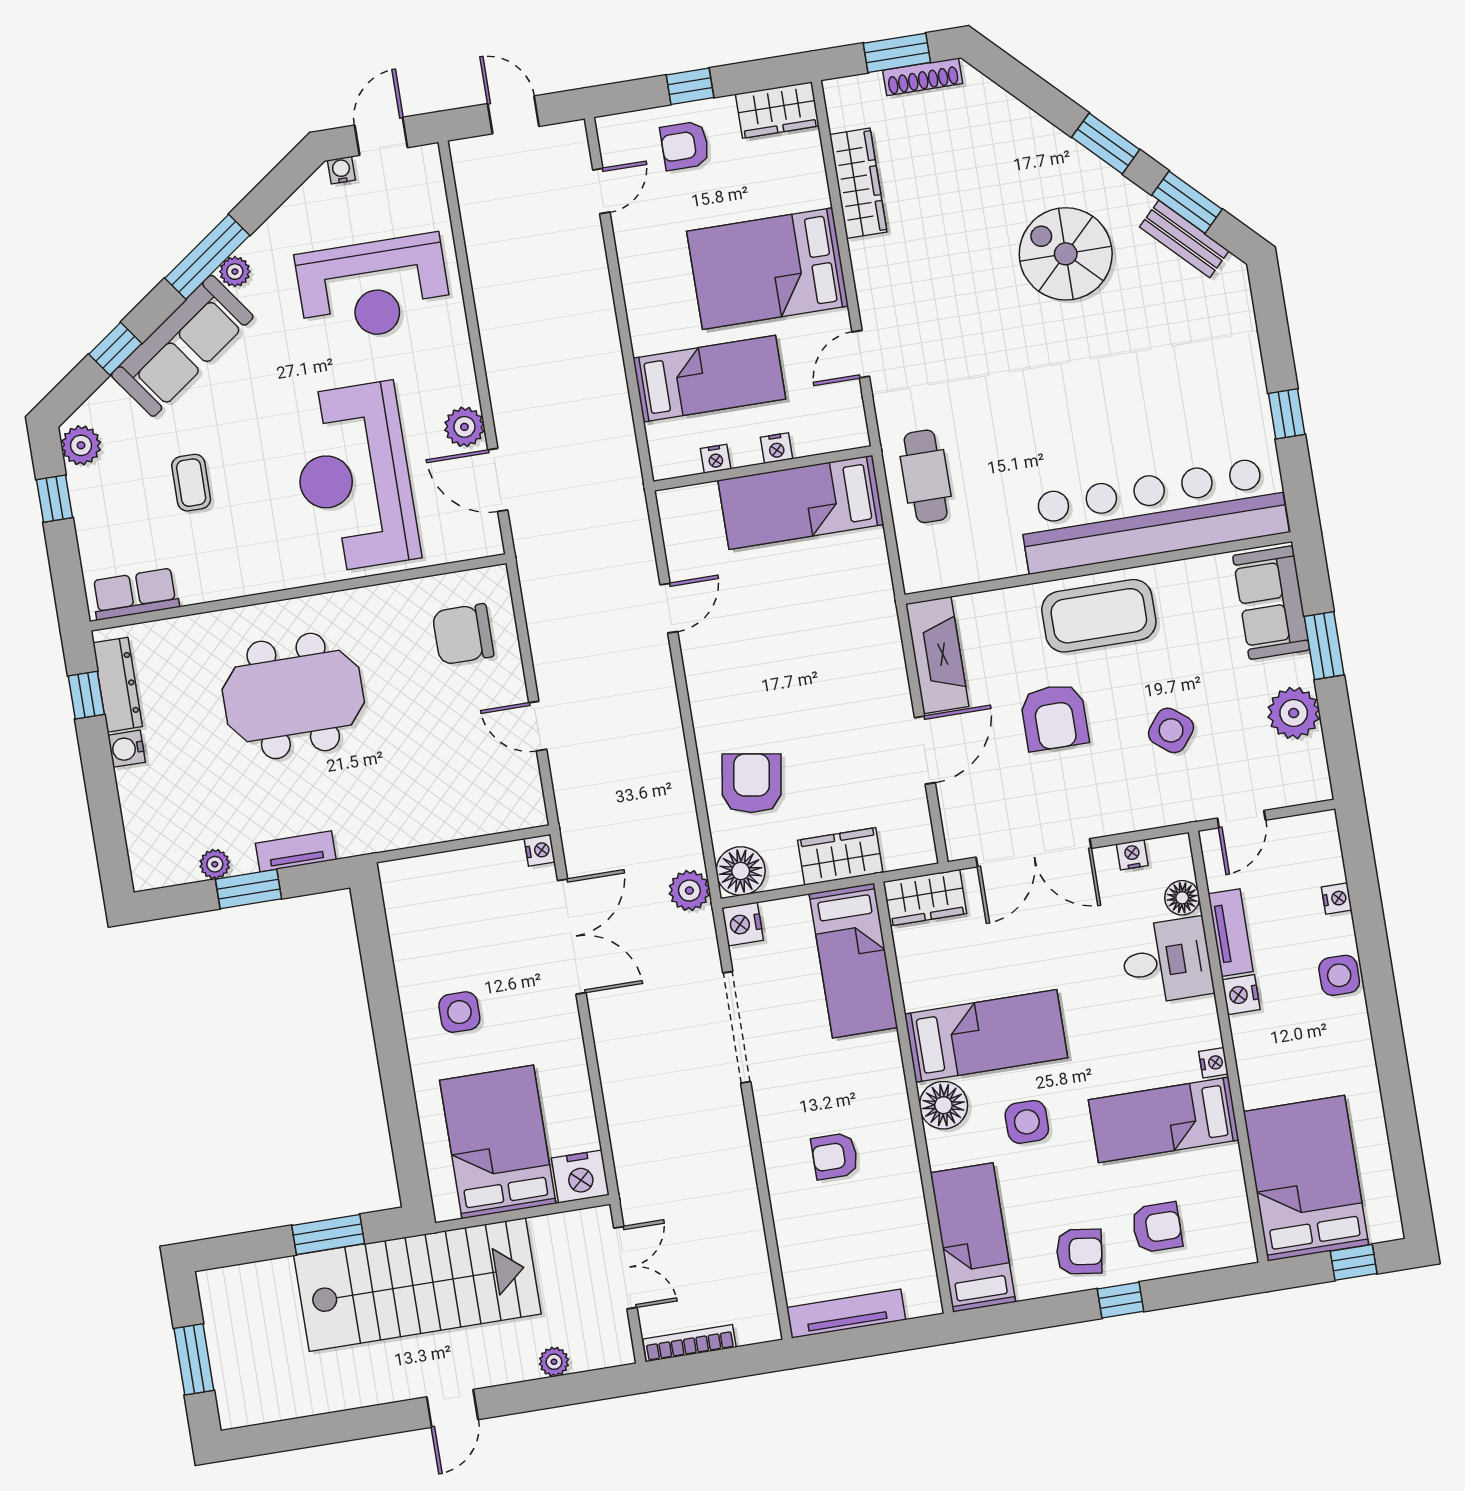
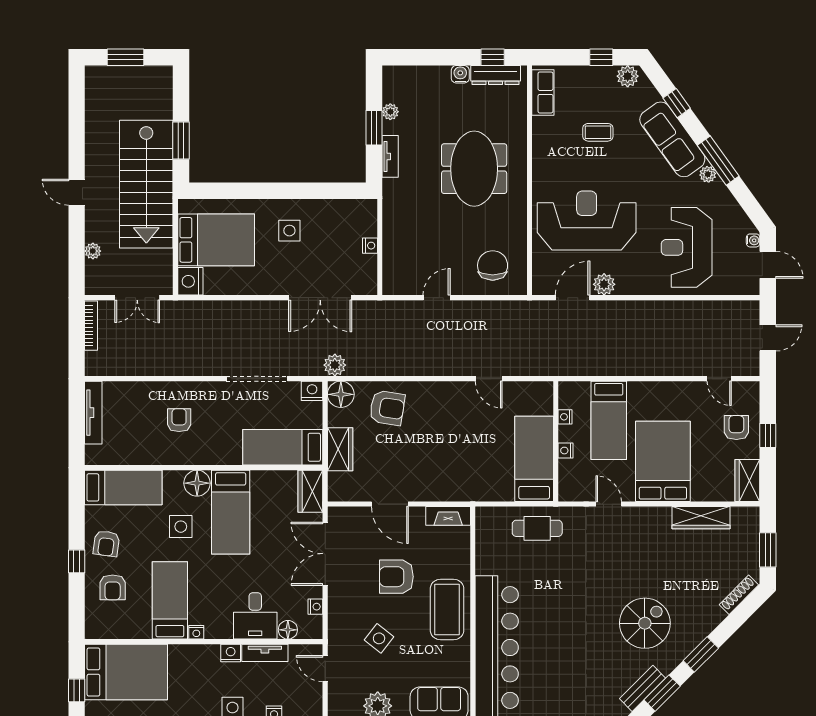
shoe rack: (923, 77) -> (739, 595), moved, turned 45
fireplace: (937, 655) -> (448, 516), width x0.73, depth x0.76
nightstand: (540, 850) -> (370, 246), moved, turned -90

